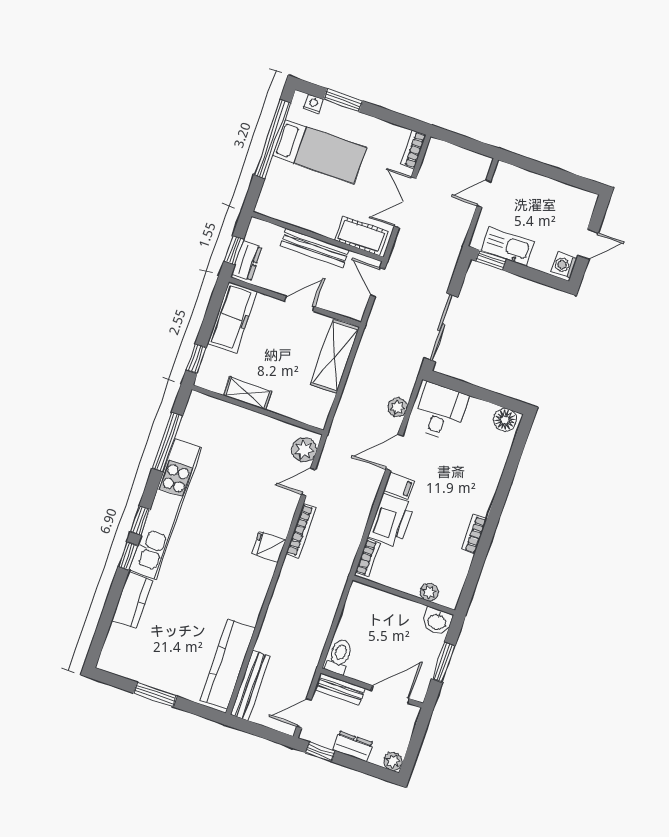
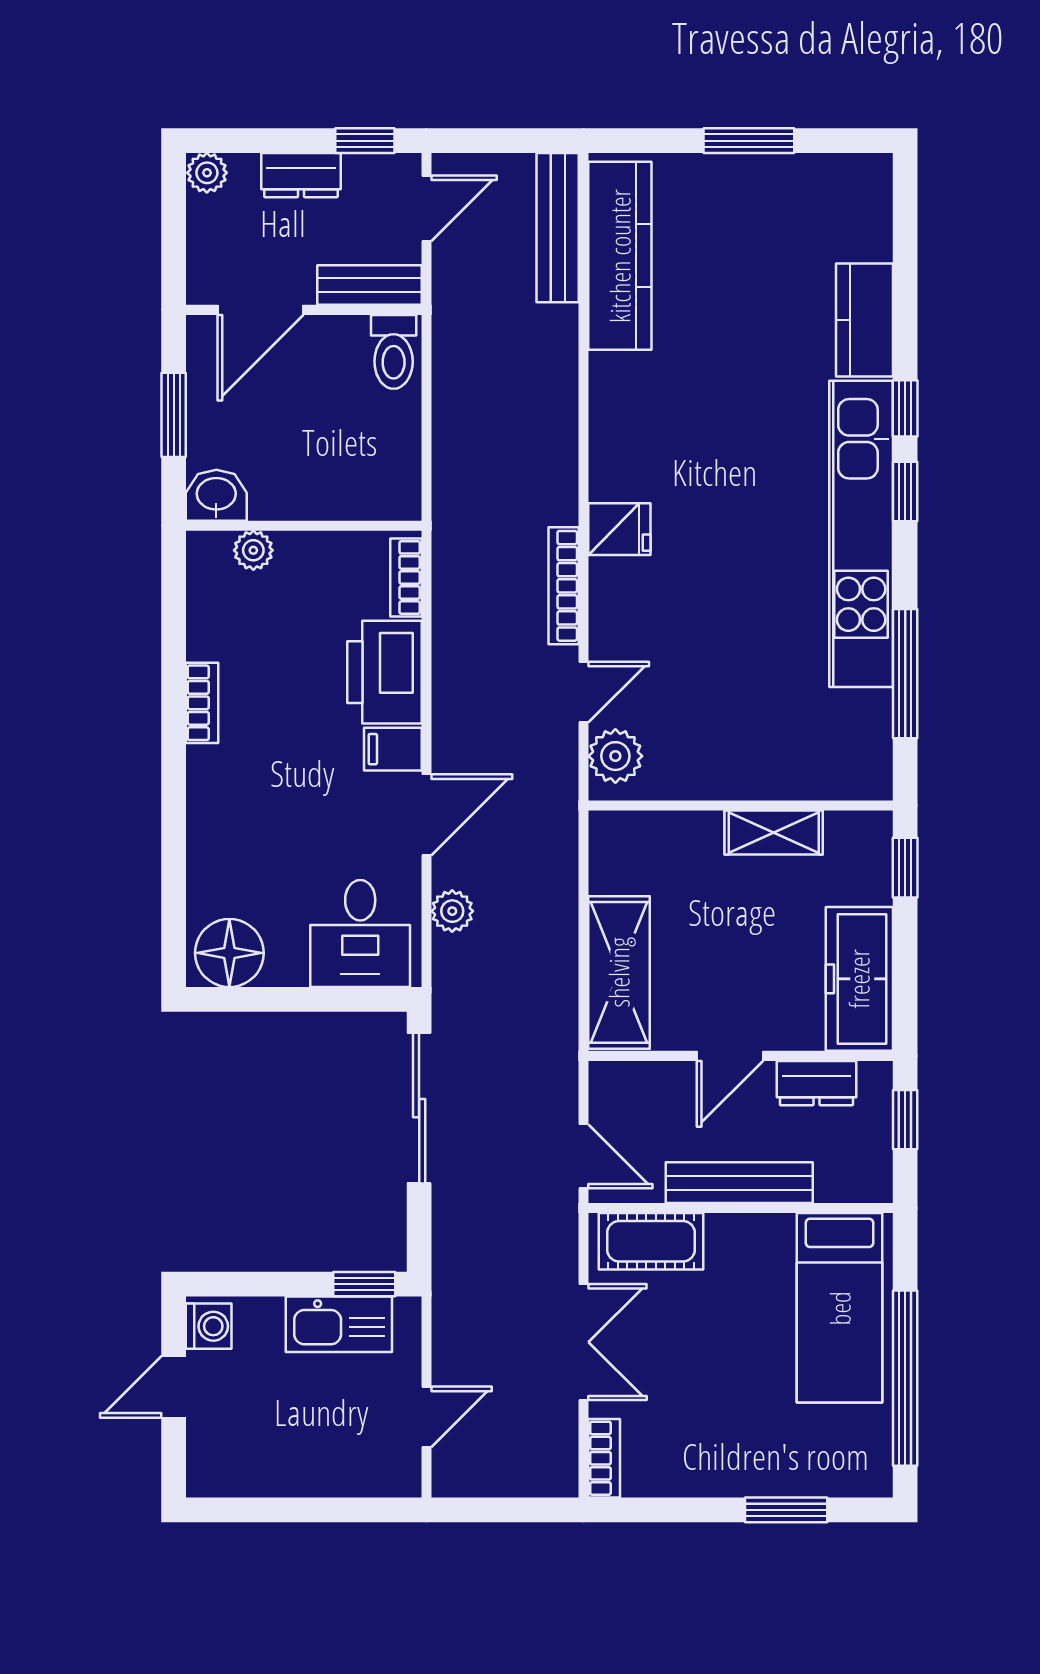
nightstand: (313, 104) -> (845, 1481), removed
bed: (319, 152) -> (840, 1308), moved, turned -90
dresser: (247, 261) -> (816, 1083), moved, turned -90
floor lamp: (505, 420) -> (229, 953), width x1.38, depth x1.38

